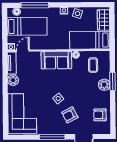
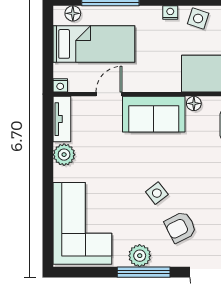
door: (23, 51) -> (109, 94), moved
plant: (50, 129) -> (140, 256), added

